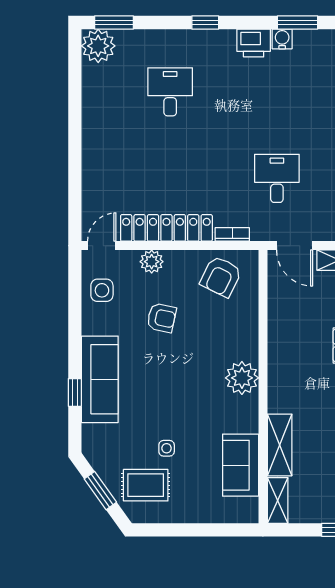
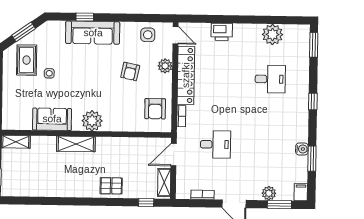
printer: (254, 43) -> (222, 32), moved, turned -90
plant: (98, 46) -> (273, 34), moved
armchair: (221, 277) -> (155, 109), turned -116
shelving: (280, 445) -> (76, 144), moved
sofa: (241, 465) -> (52, 119), moved

